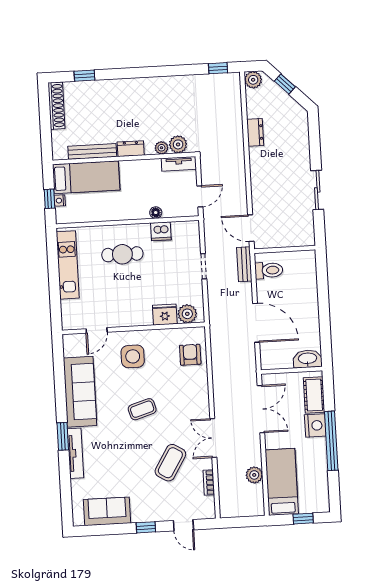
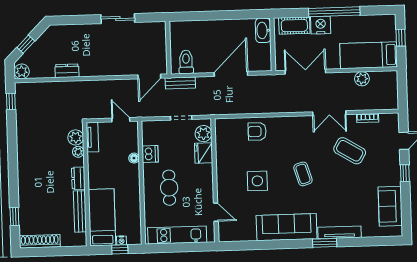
plant: (187, 314) -> (203, 134), moved
fridge: (165, 315) -> (204, 153), moved
wall: (133, 328) -> (215, 180), moved
door: (97, 330) -> (216, 212), moved

